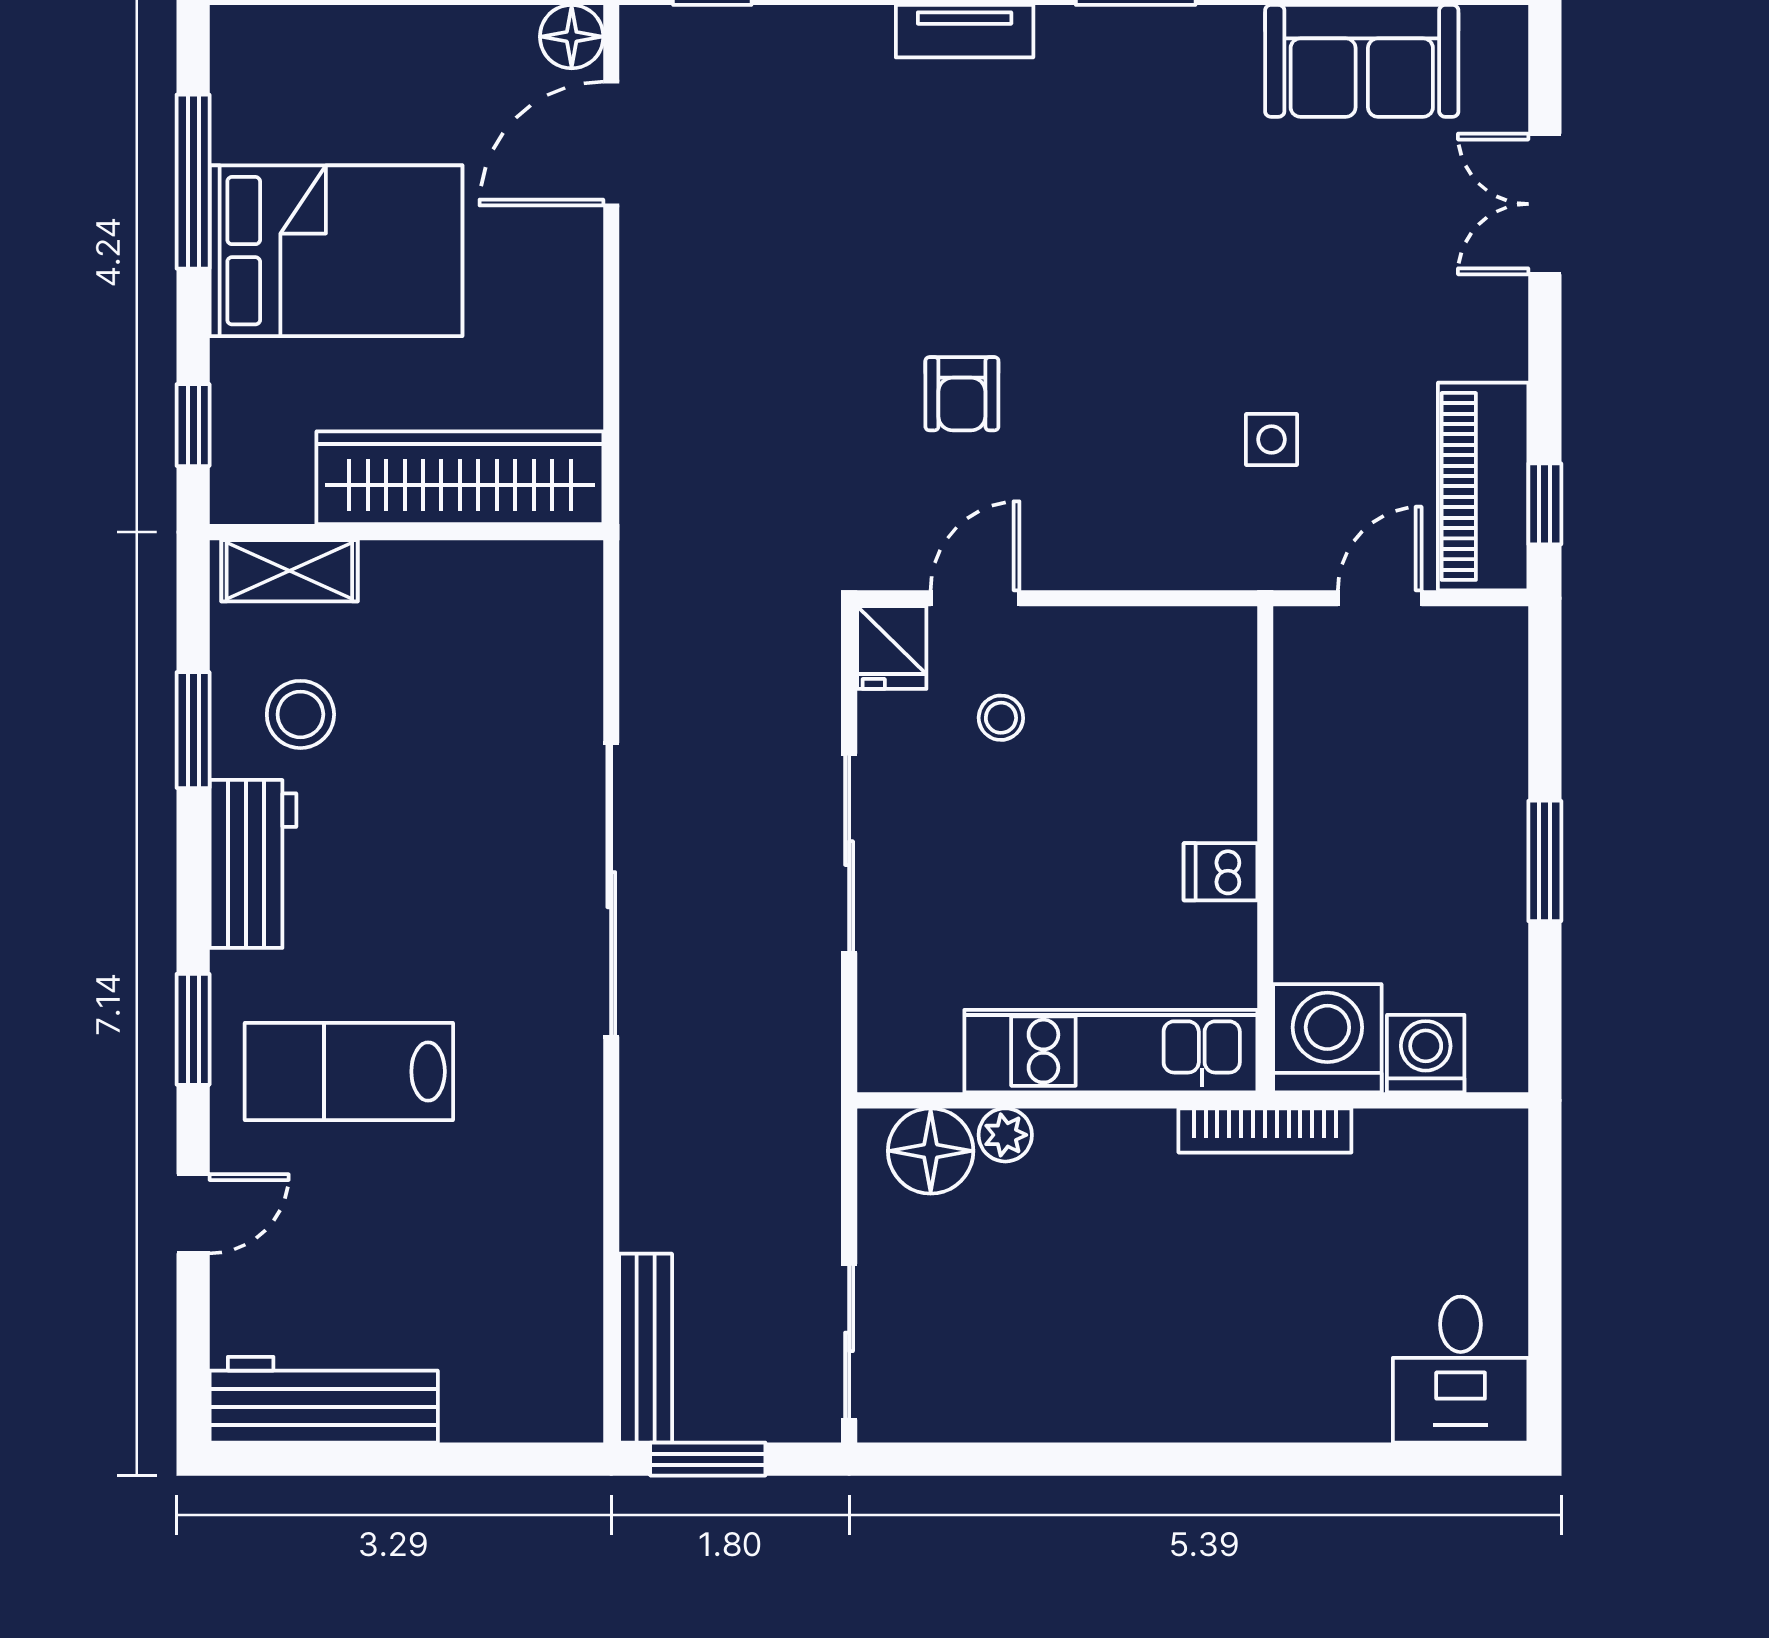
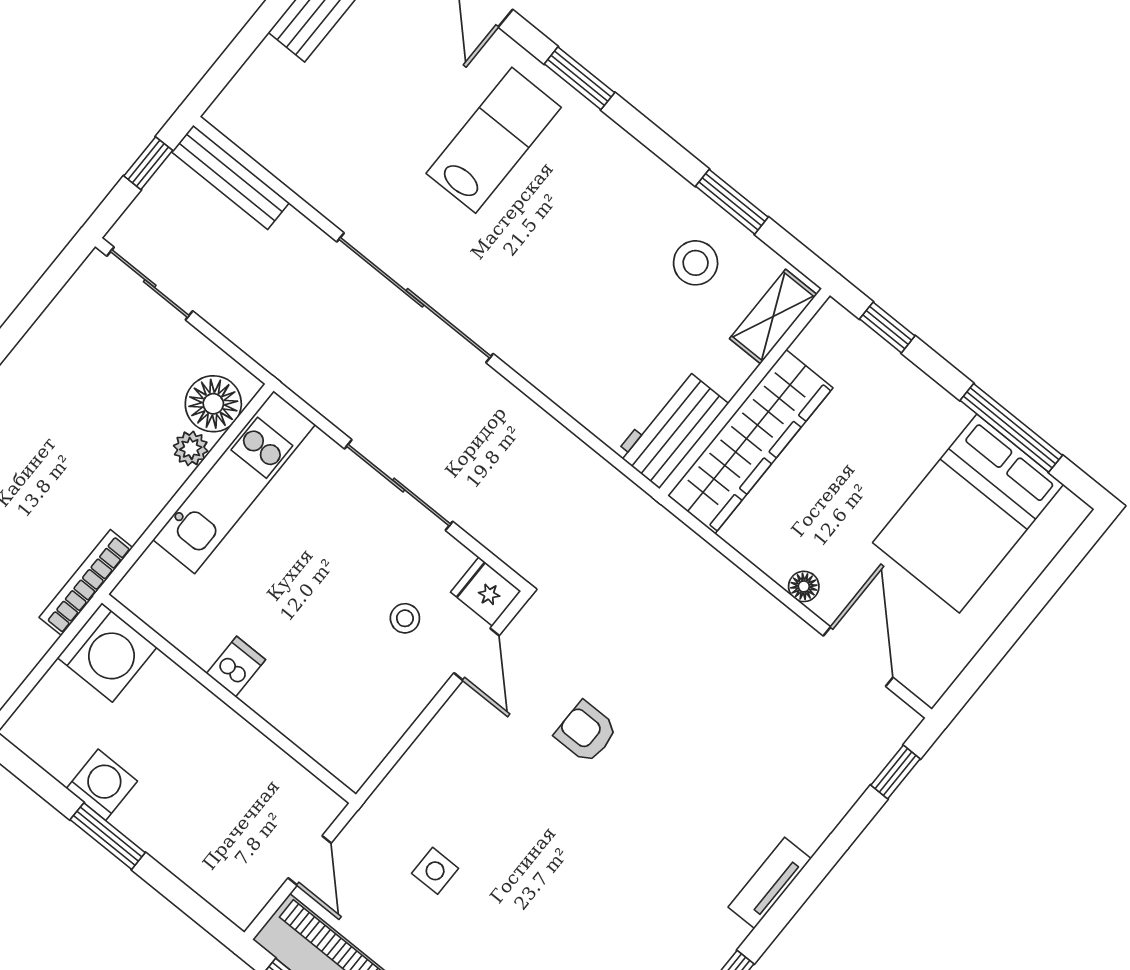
floor lamp: (572, 37) -> (804, 586), moved, width x0.73, depth x0.73
bed: (336, 251) -> (968, 514), moved
workbench: (253, 864) -> (672, 428), moved, turned 90
sliding door: (611, 890) -> (415, 298), moved
kitchen unit: (1111, 1051) -> (234, 482), moved
washing machine: (1426, 1054) -> (102, 785), moved, turned -90
window: (708, 1459) -> (148, 163), width x0.67

